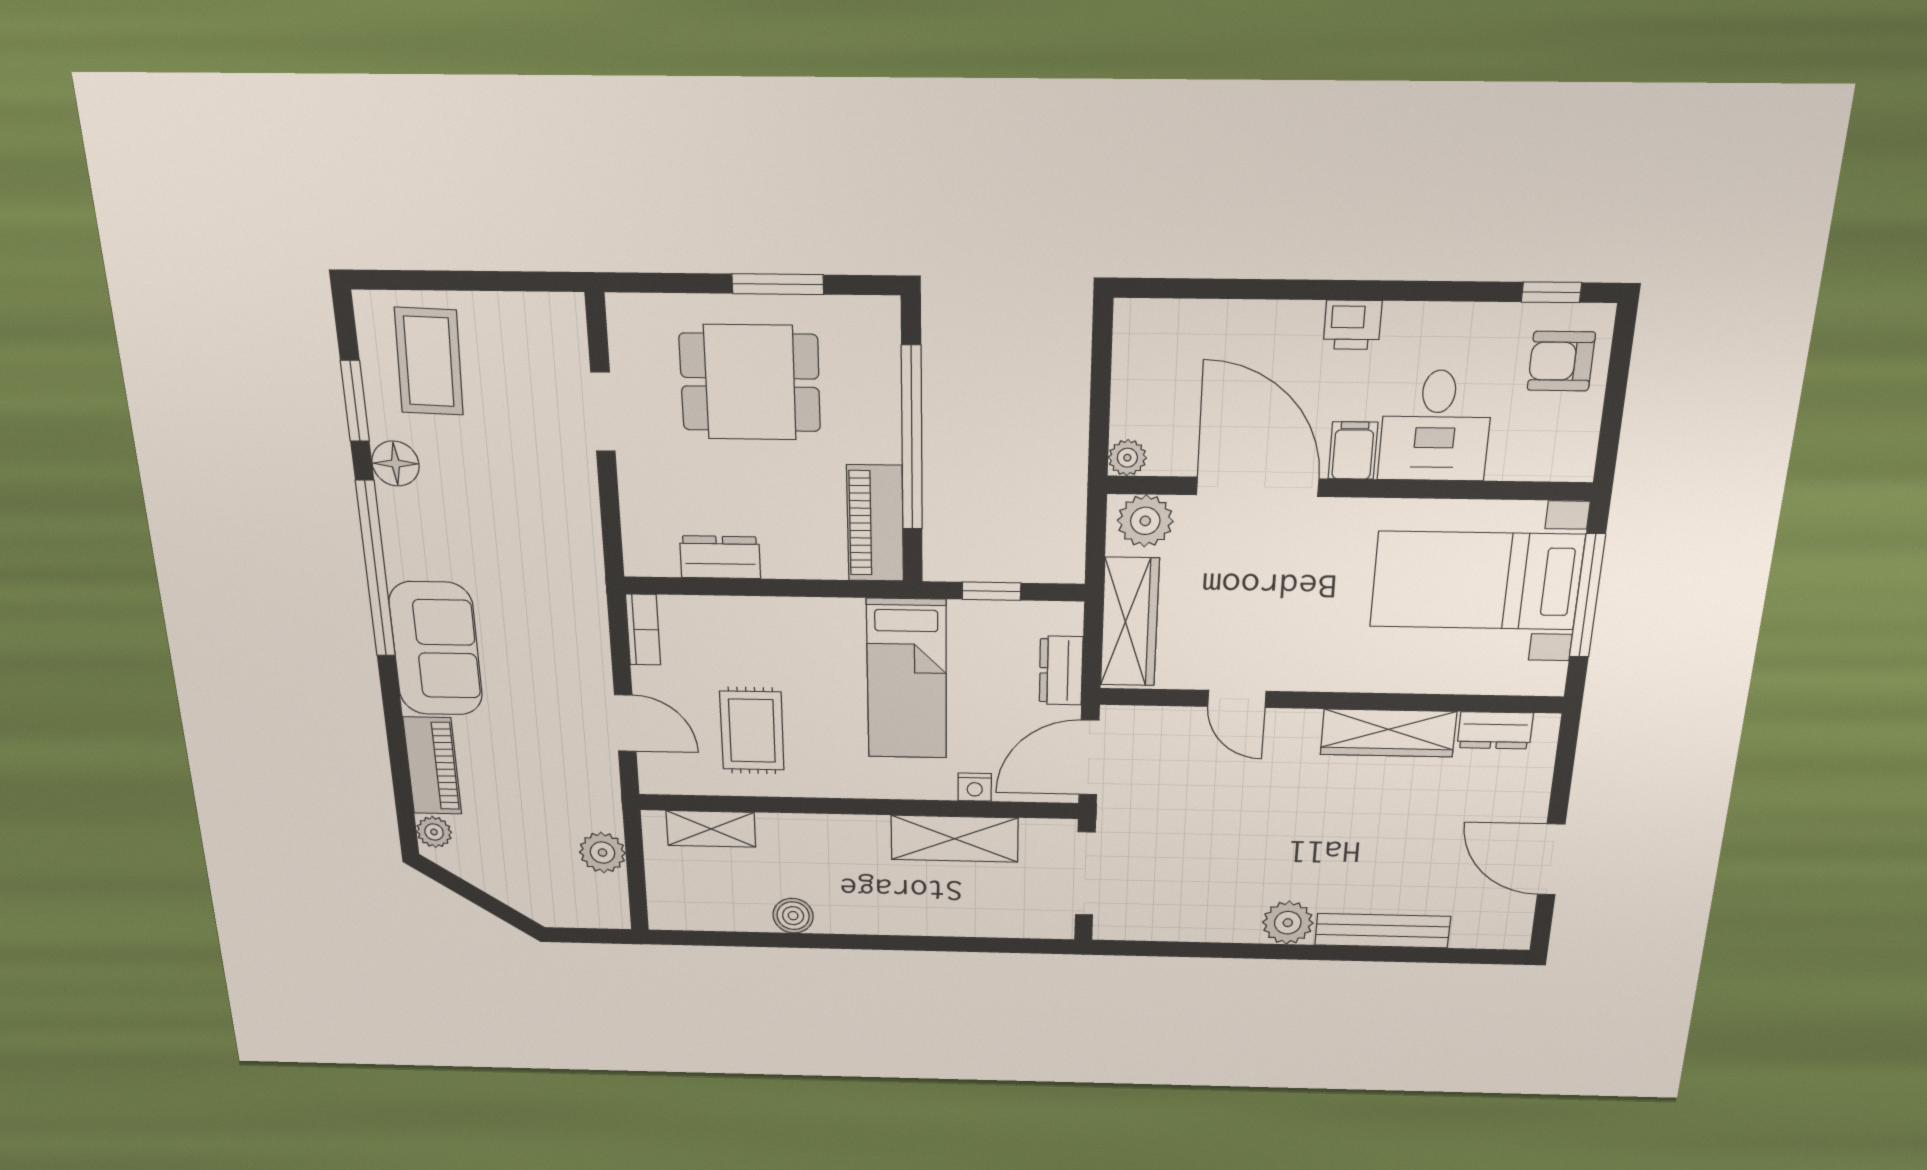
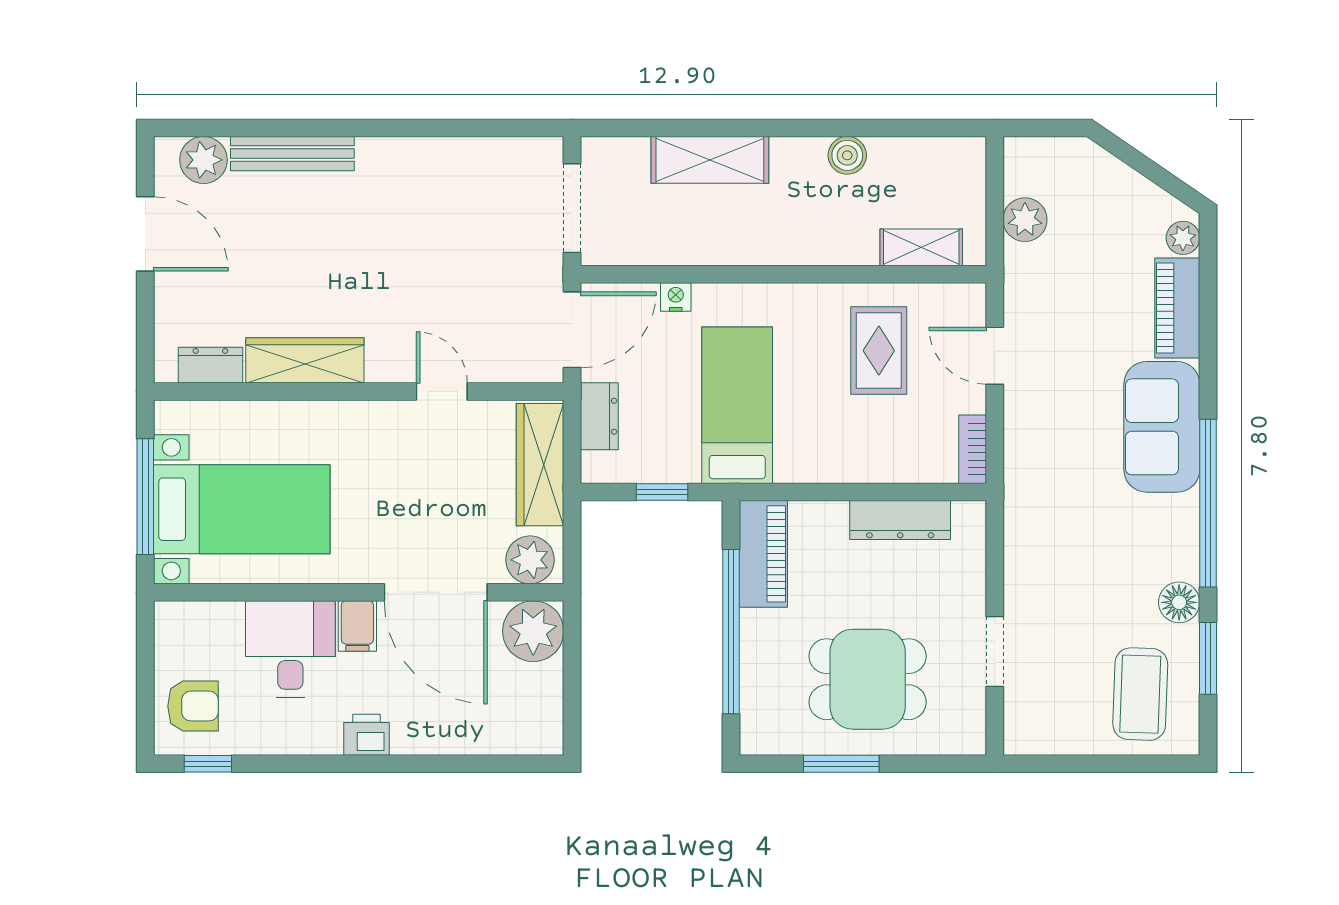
plant: (1127, 458) -> (533, 631), width x1.88, depth x1.88
dresser: (720, 557) -> (900, 520), width x1.44
shelving: (955, 839) -> (710, 160), moved
plant: (1288, 923) -> (203, 160), moved

